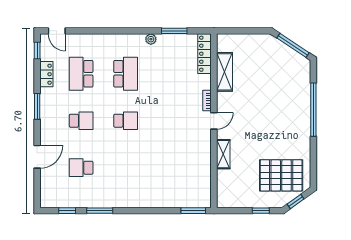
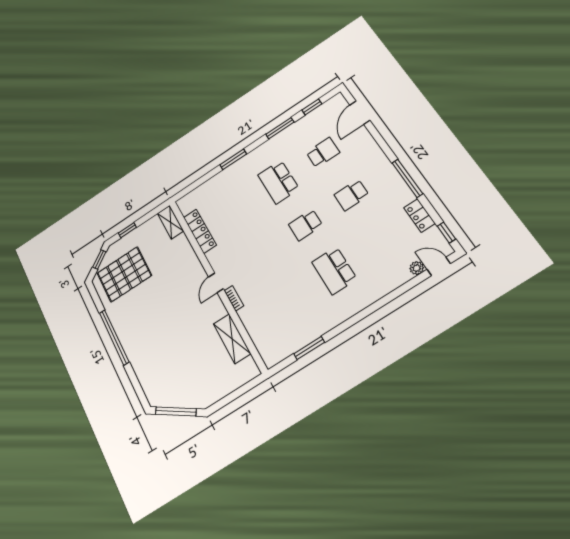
plant: (151, 39) -> (417, 268), moved
locker: (205, 54) -> (200, 231), moved
school desk: (81, 74) -> (278, 182), moved, turned 180
window: (37, 106) -> (407, 178), width x1.44
window: (313, 110) -> (114, 337), moved
shelving: (223, 154) -> (170, 222), moved
door: (37, 157) -> (360, 113), moved
window: (193, 211) -> (233, 159), moved

